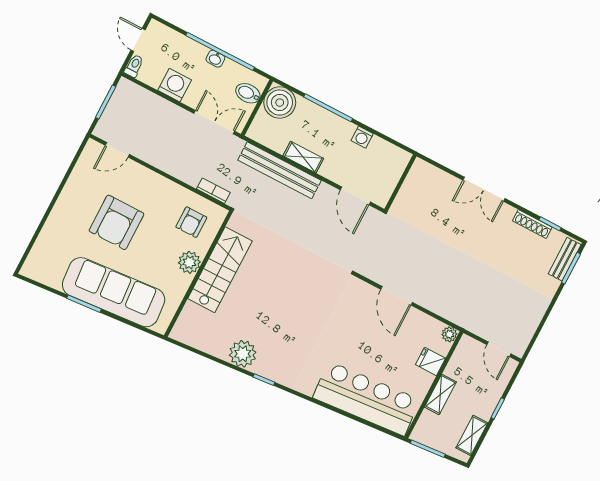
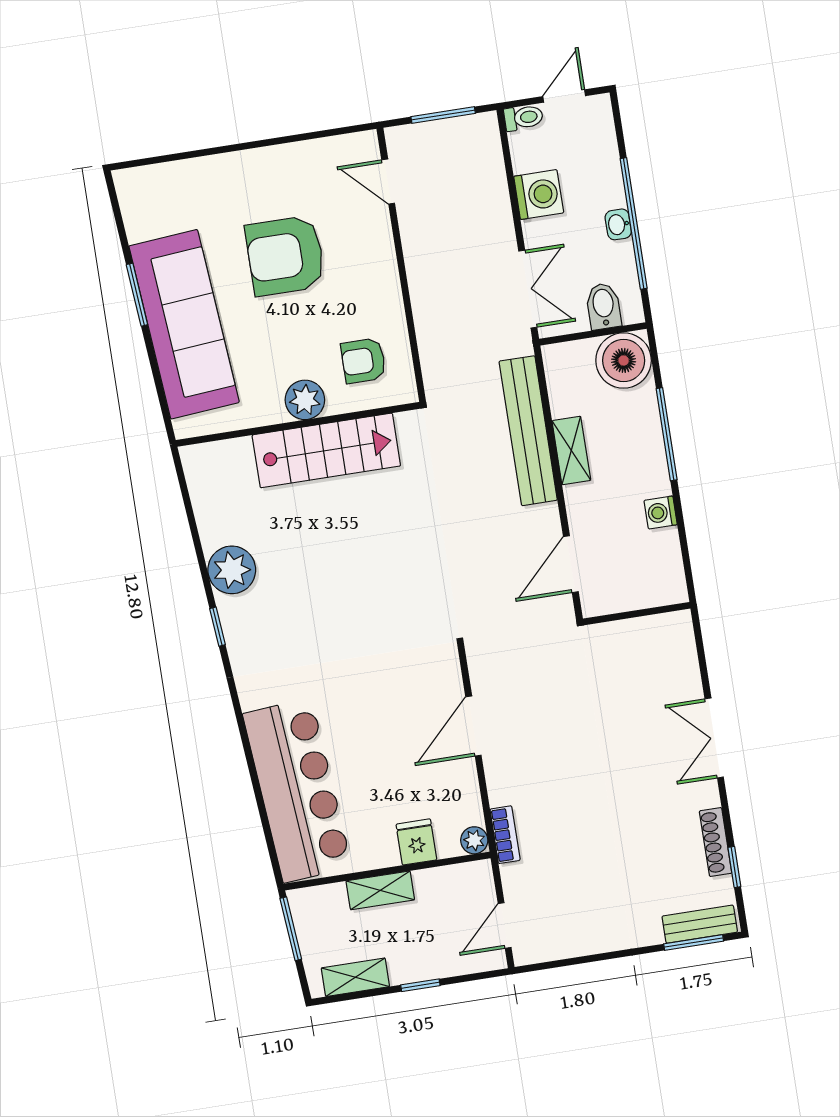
bookcase: (213, 191) -> (505, 835), moved

